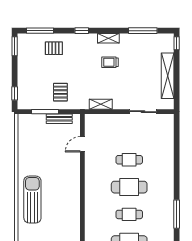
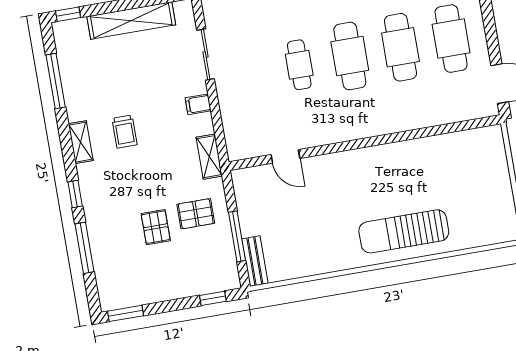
window: (40, 31) -> (84, 248), moved
pallet: (54, 48) -> (156, 227), moved
filing cabinet: (118, 103) -> (198, 104), added
shelving: (101, 104) -> (209, 157), moved
bench: (59, 119) -> (255, 261), moved
cafe table: (129, 214) -> (400, 47), width x1.37, depth x1.35

